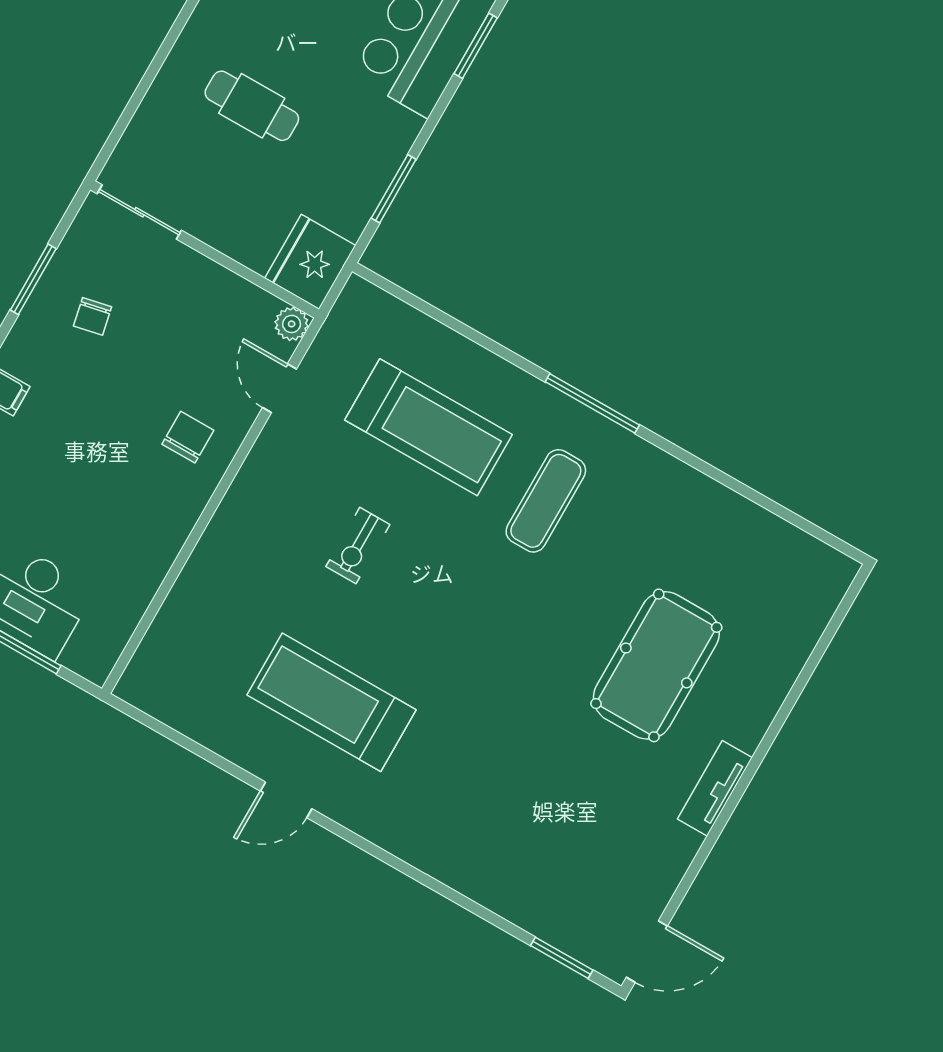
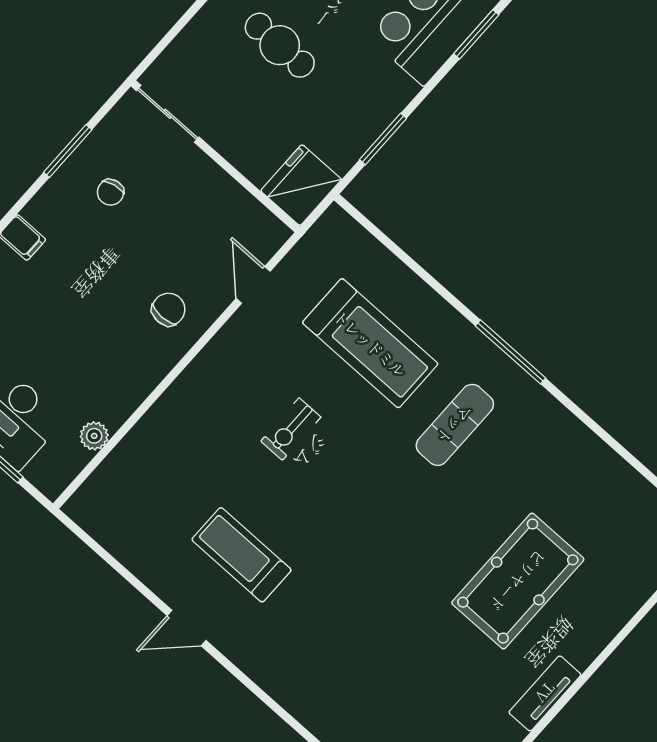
plant: (292, 324) -> (94, 436), moved
treadmill: (332, 702) -> (241, 555), width x0.73, depth x0.73

